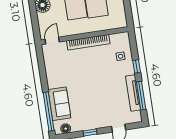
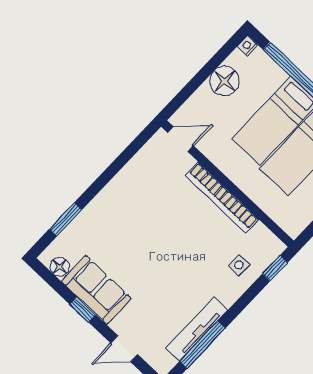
window: (137, 66) -> (275, 268), moved
sofa: (59, 104) -> (96, 290), moved, turned -90
window: (49, 111) -> (66, 219), width x0.47

